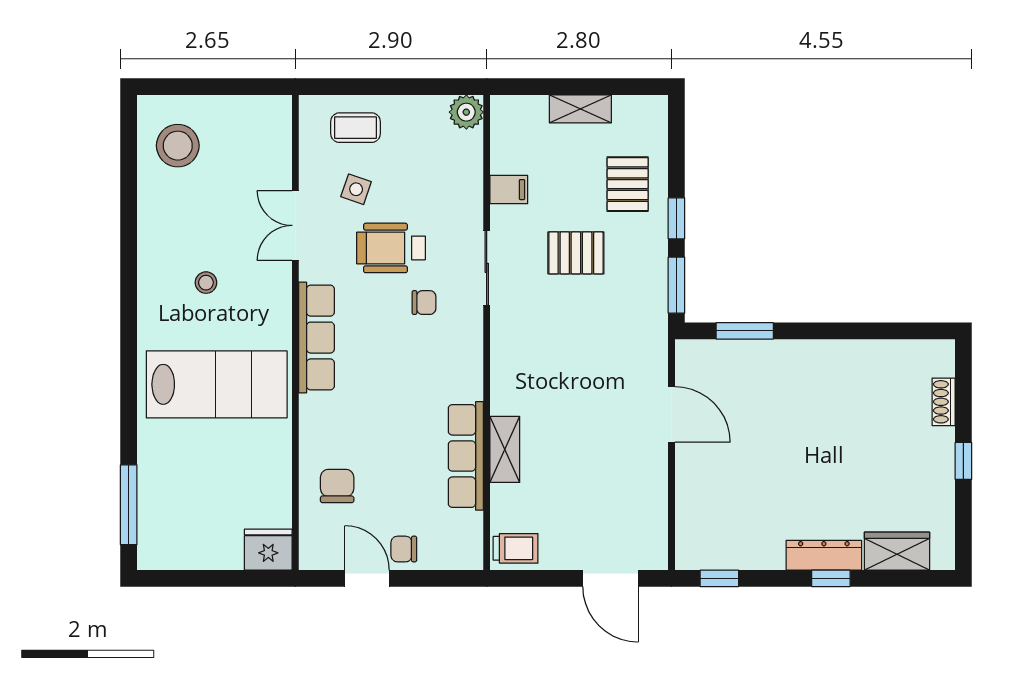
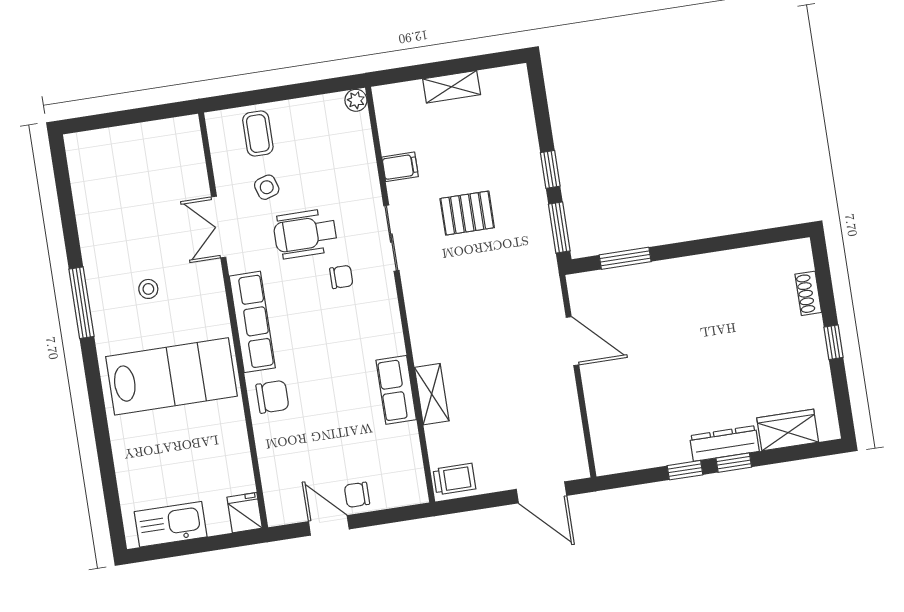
plant: (466, 112) -> (356, 100), width x0.73, depth x0.73
coffee table: (355, 128) -> (258, 134), turned 90
stool: (178, 146) -> (105, 173), removed
pallet: (628, 184) -> (503, 146), removed
side table: (356, 189) -> (267, 187), turned -36
row of seats: (466, 456) -> (396, 390), width x0.68
chair: (337, 486) -> (272, 397), moved, turned 90
window: (129, 505) -> (81, 303), moved
kitchen sink: (190, 550) -> (171, 524), added
fridge: (268, 550) -> (245, 513), width x0.72
window: (719, 578) -> (685, 470), moved

